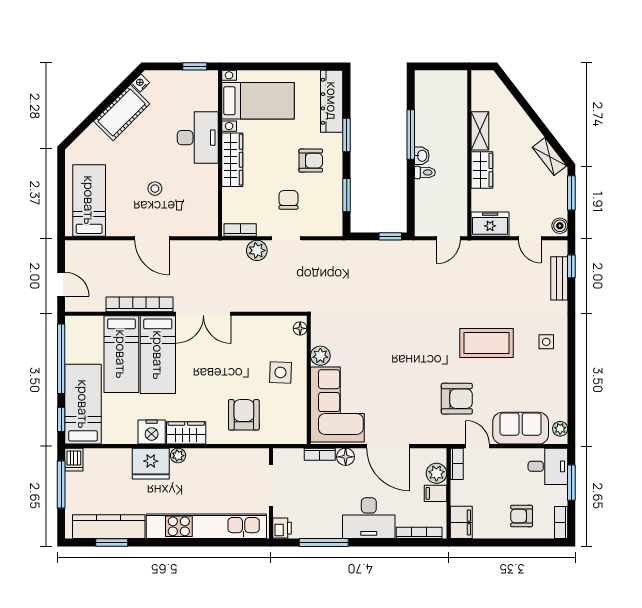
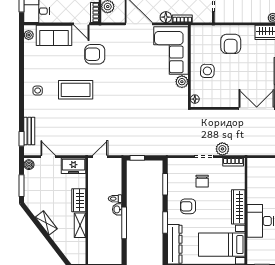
shelving: (549, 156) -> (46, 223), moved

